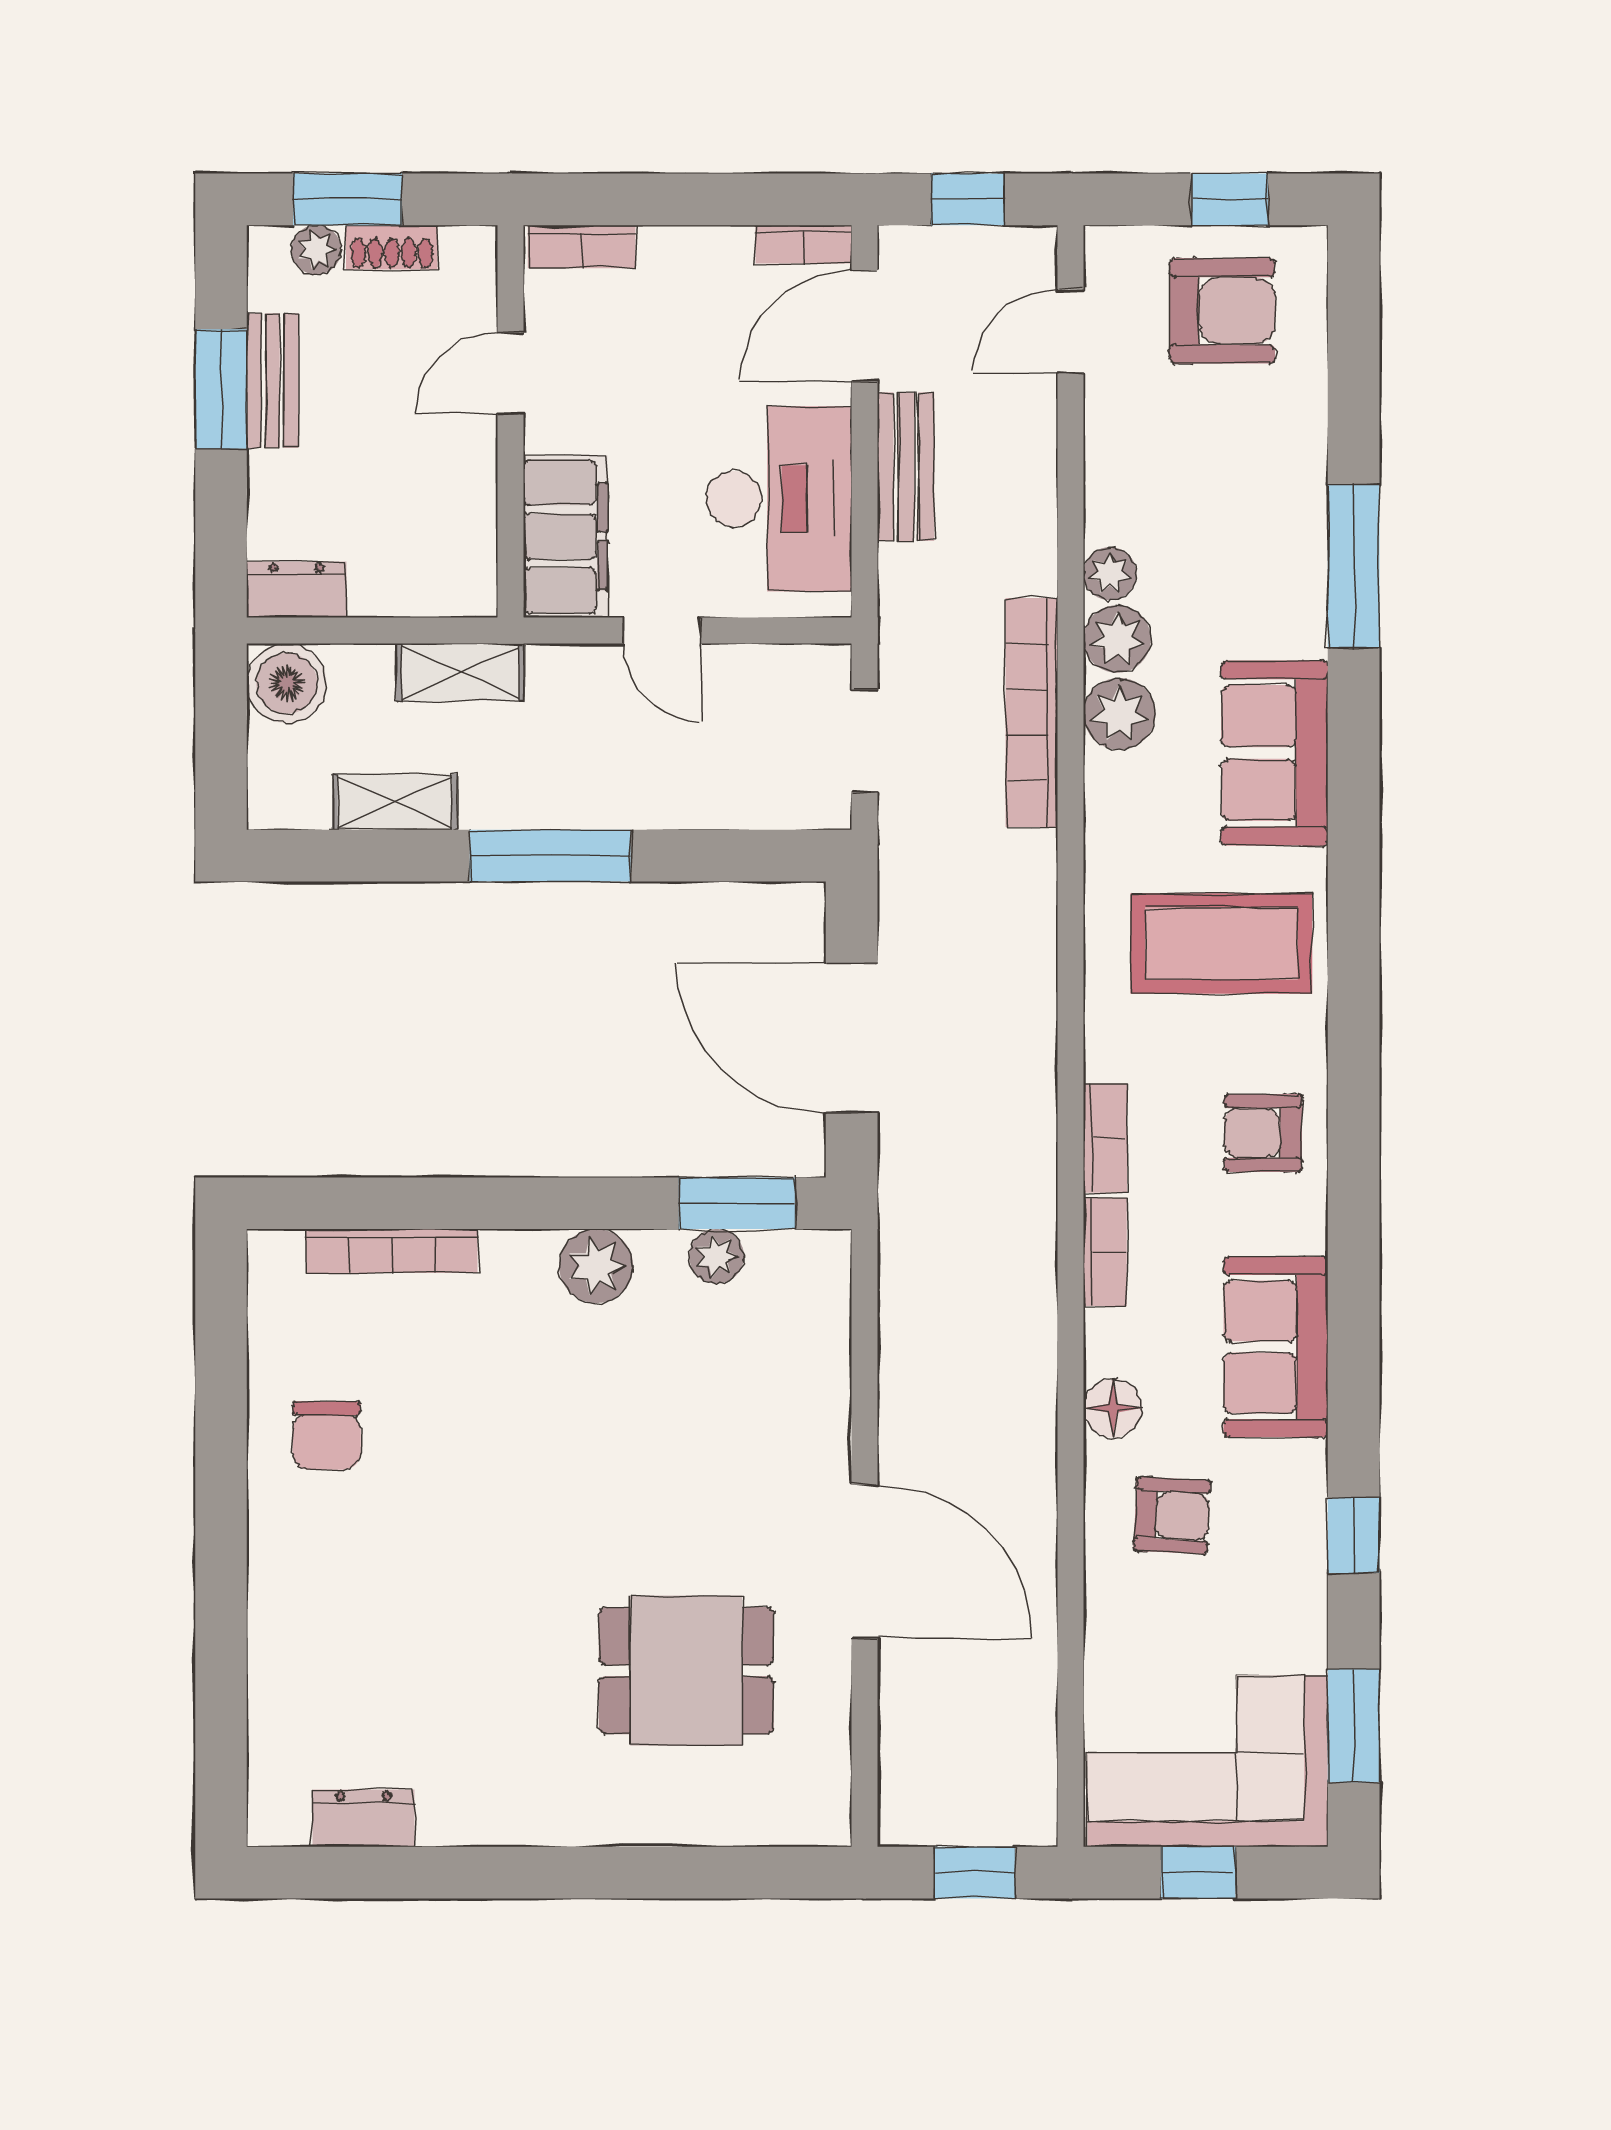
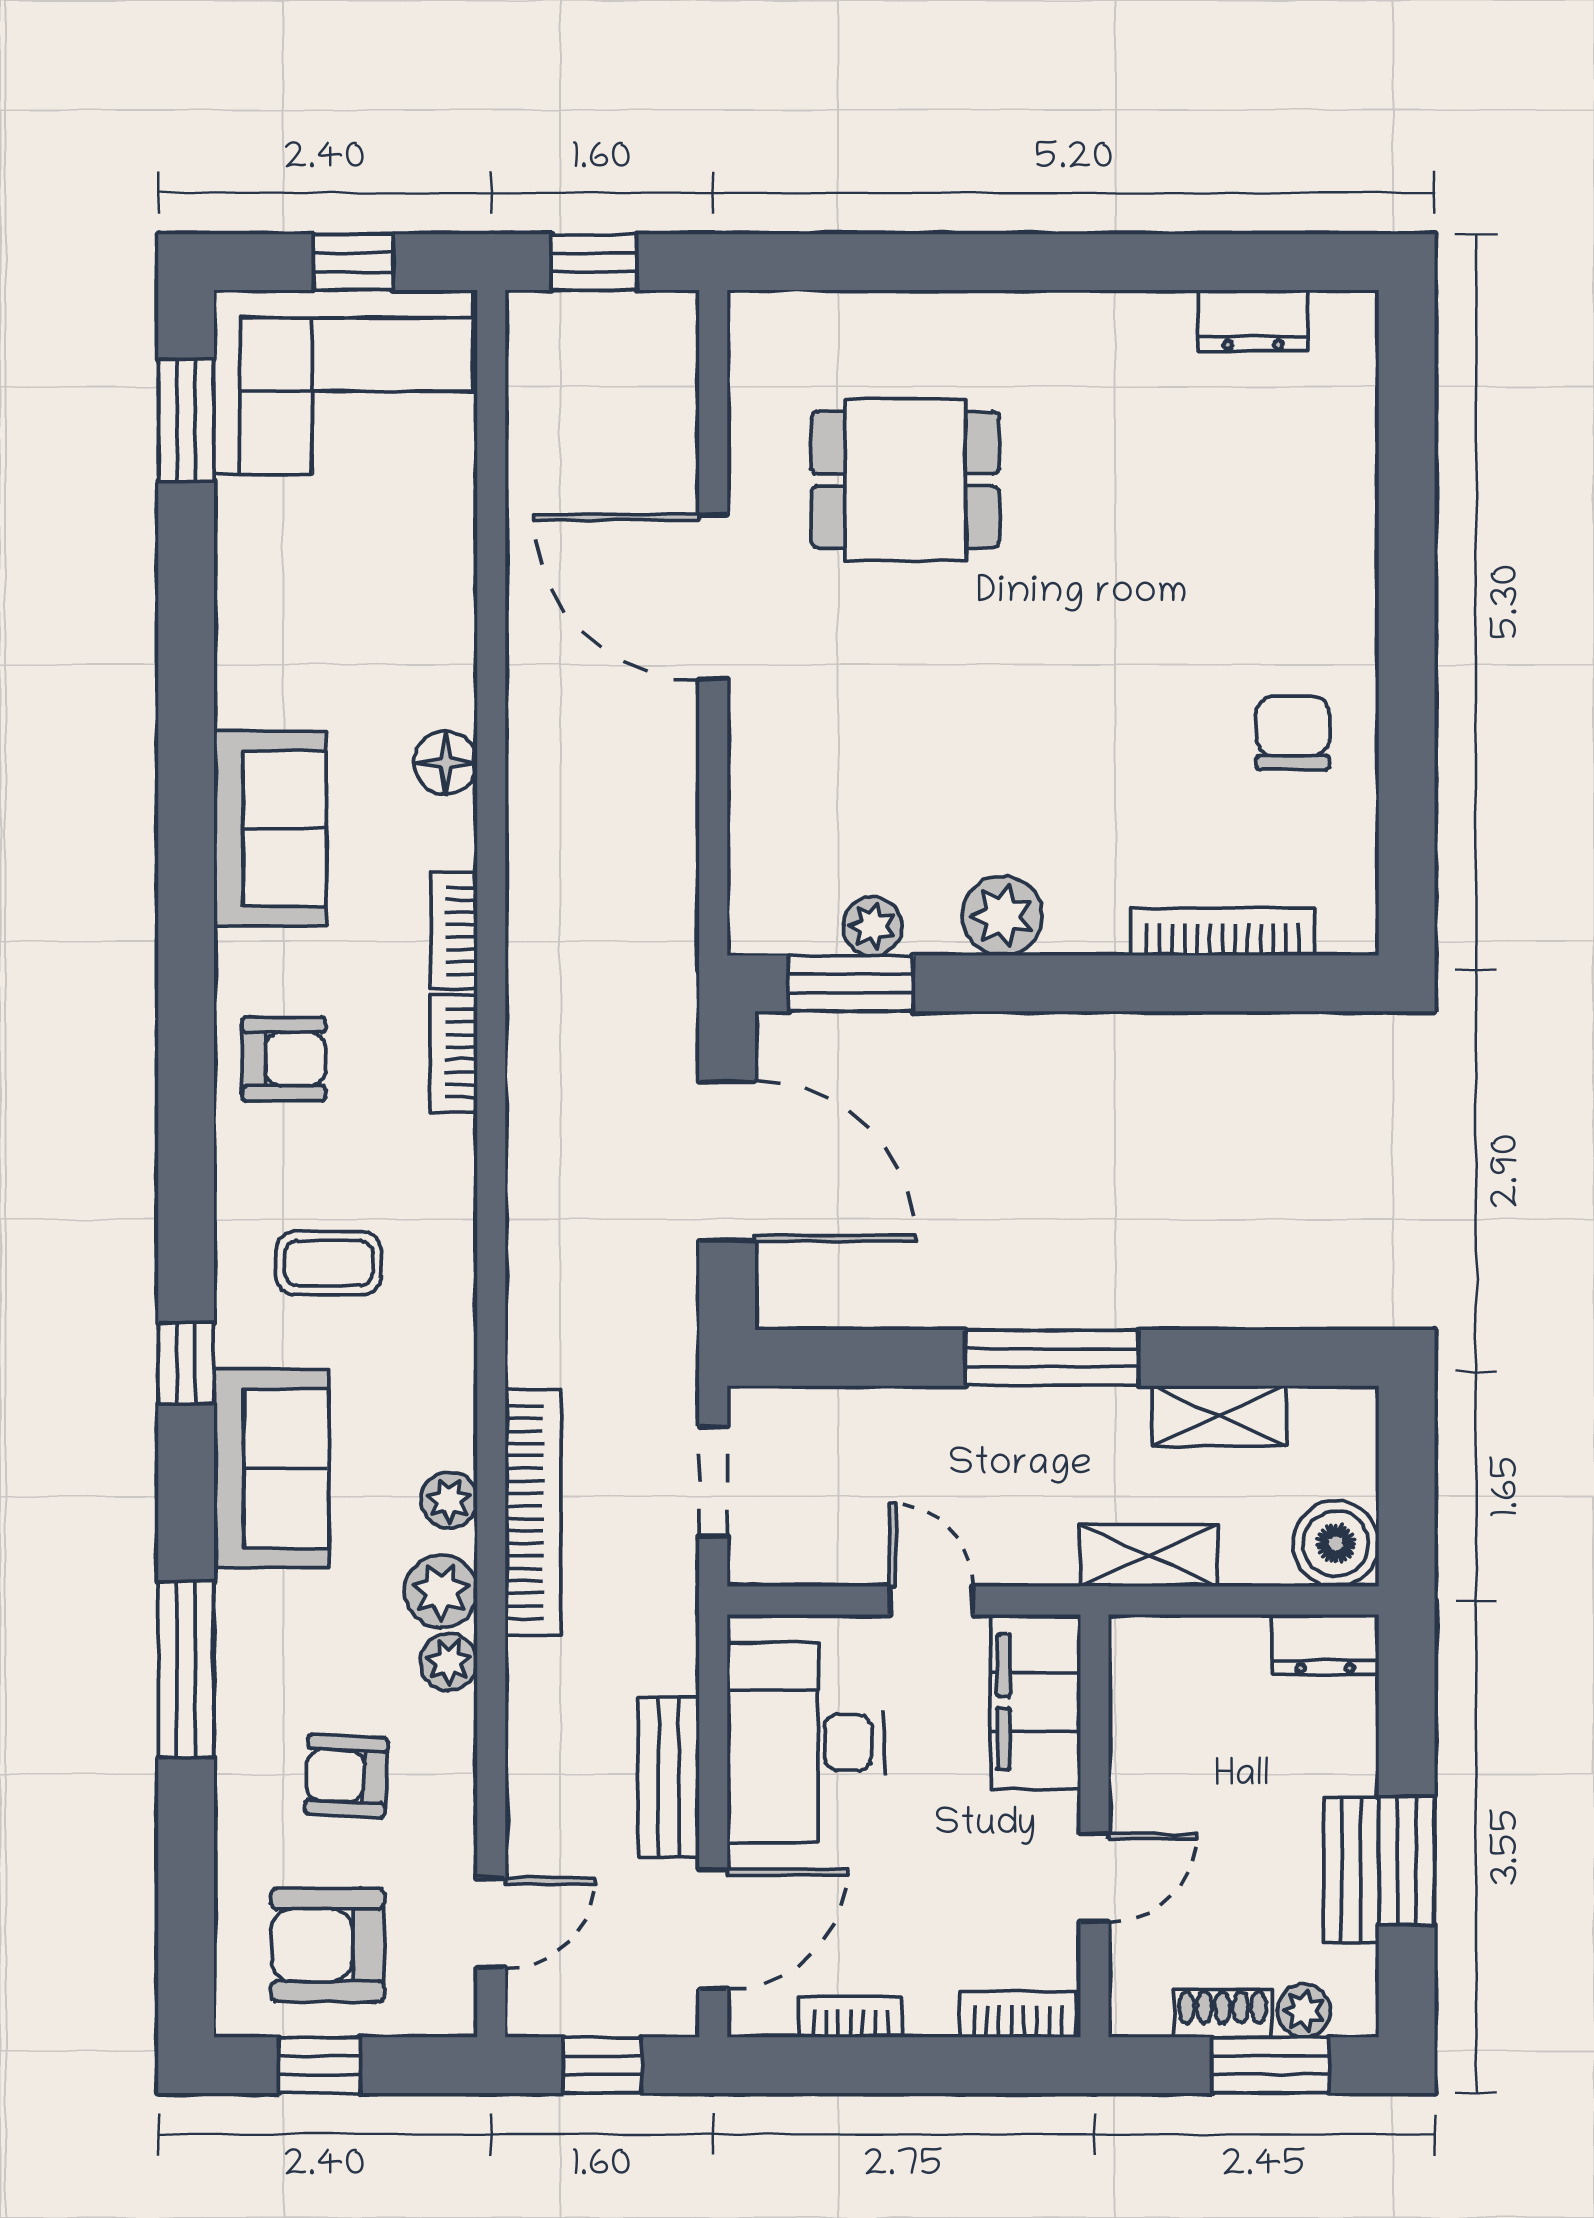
bookcase: (804, 244) -> (851, 2017), moved
plant: (1119, 714) -> (449, 1500), width x0.73, depth x0.73
coffee table: (1221, 944) -> (329, 1263), width x0.54, depth x0.58
armchair: (1172, 1515) -> (346, 1776), moved
window: (1354, 1535) -> (186, 1363), moved

